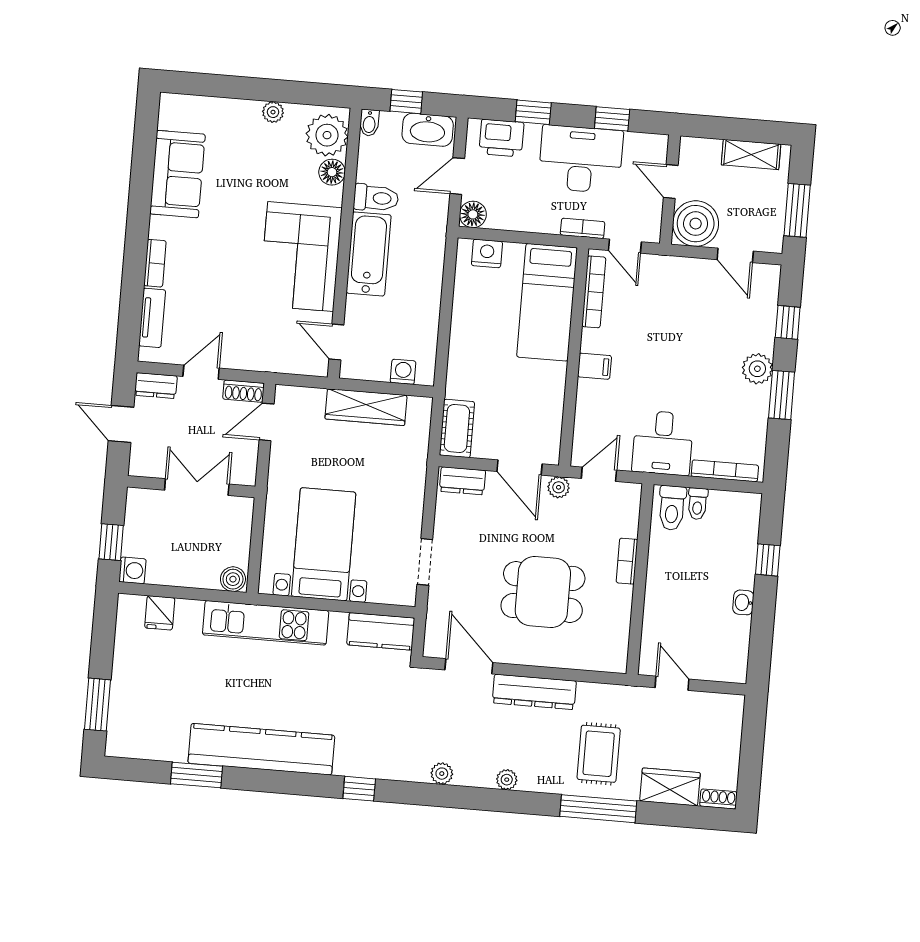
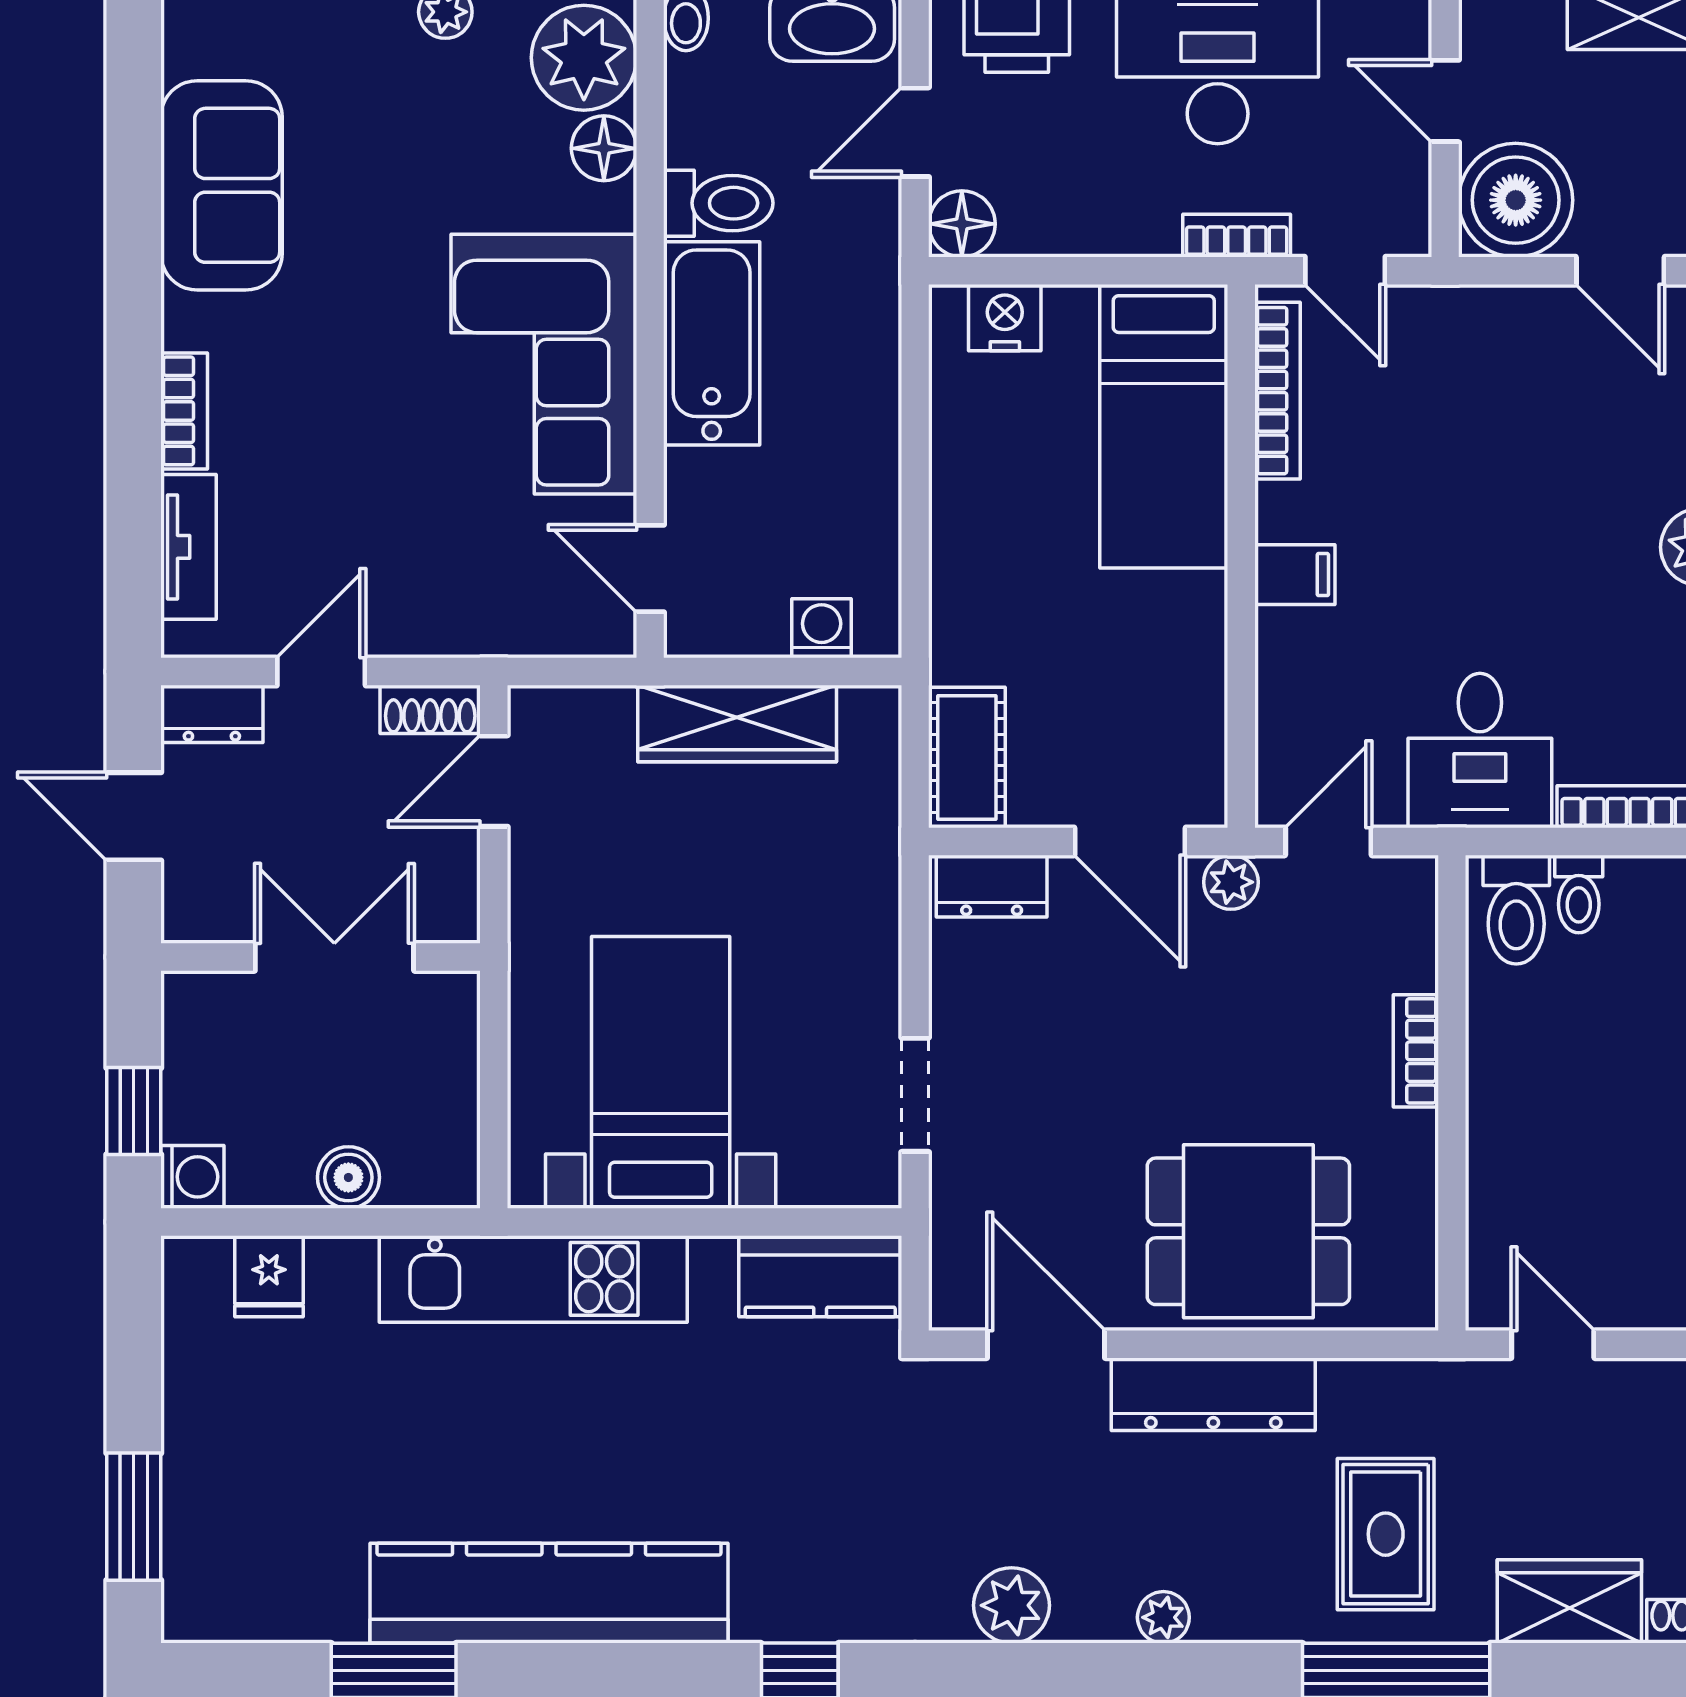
boiler: (233, 579) -> (348, 1177), moved
dining table: (543, 592) -> (1248, 1231), moved
plant: (442, 774) -> (1011, 1605), width x1.38, depth x1.38

